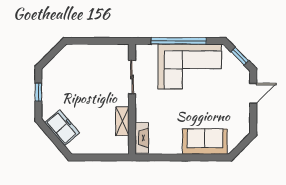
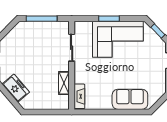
window: (94, 41) -> (42, 19), added
window: (179, 41) -> (109, 19), width x0.47

